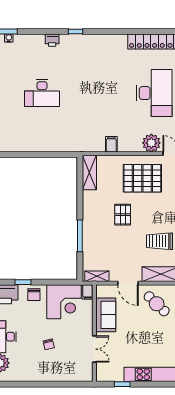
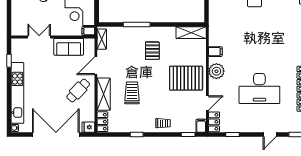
plant: (151, 143) -> (216, 71), moved
pallet: (142, 178) -> (186, 78), turned 90
pallet: (123, 215) -> (152, 51), moved, turned 90
double door: (94, 349) -> (39, 37), swing flipped

